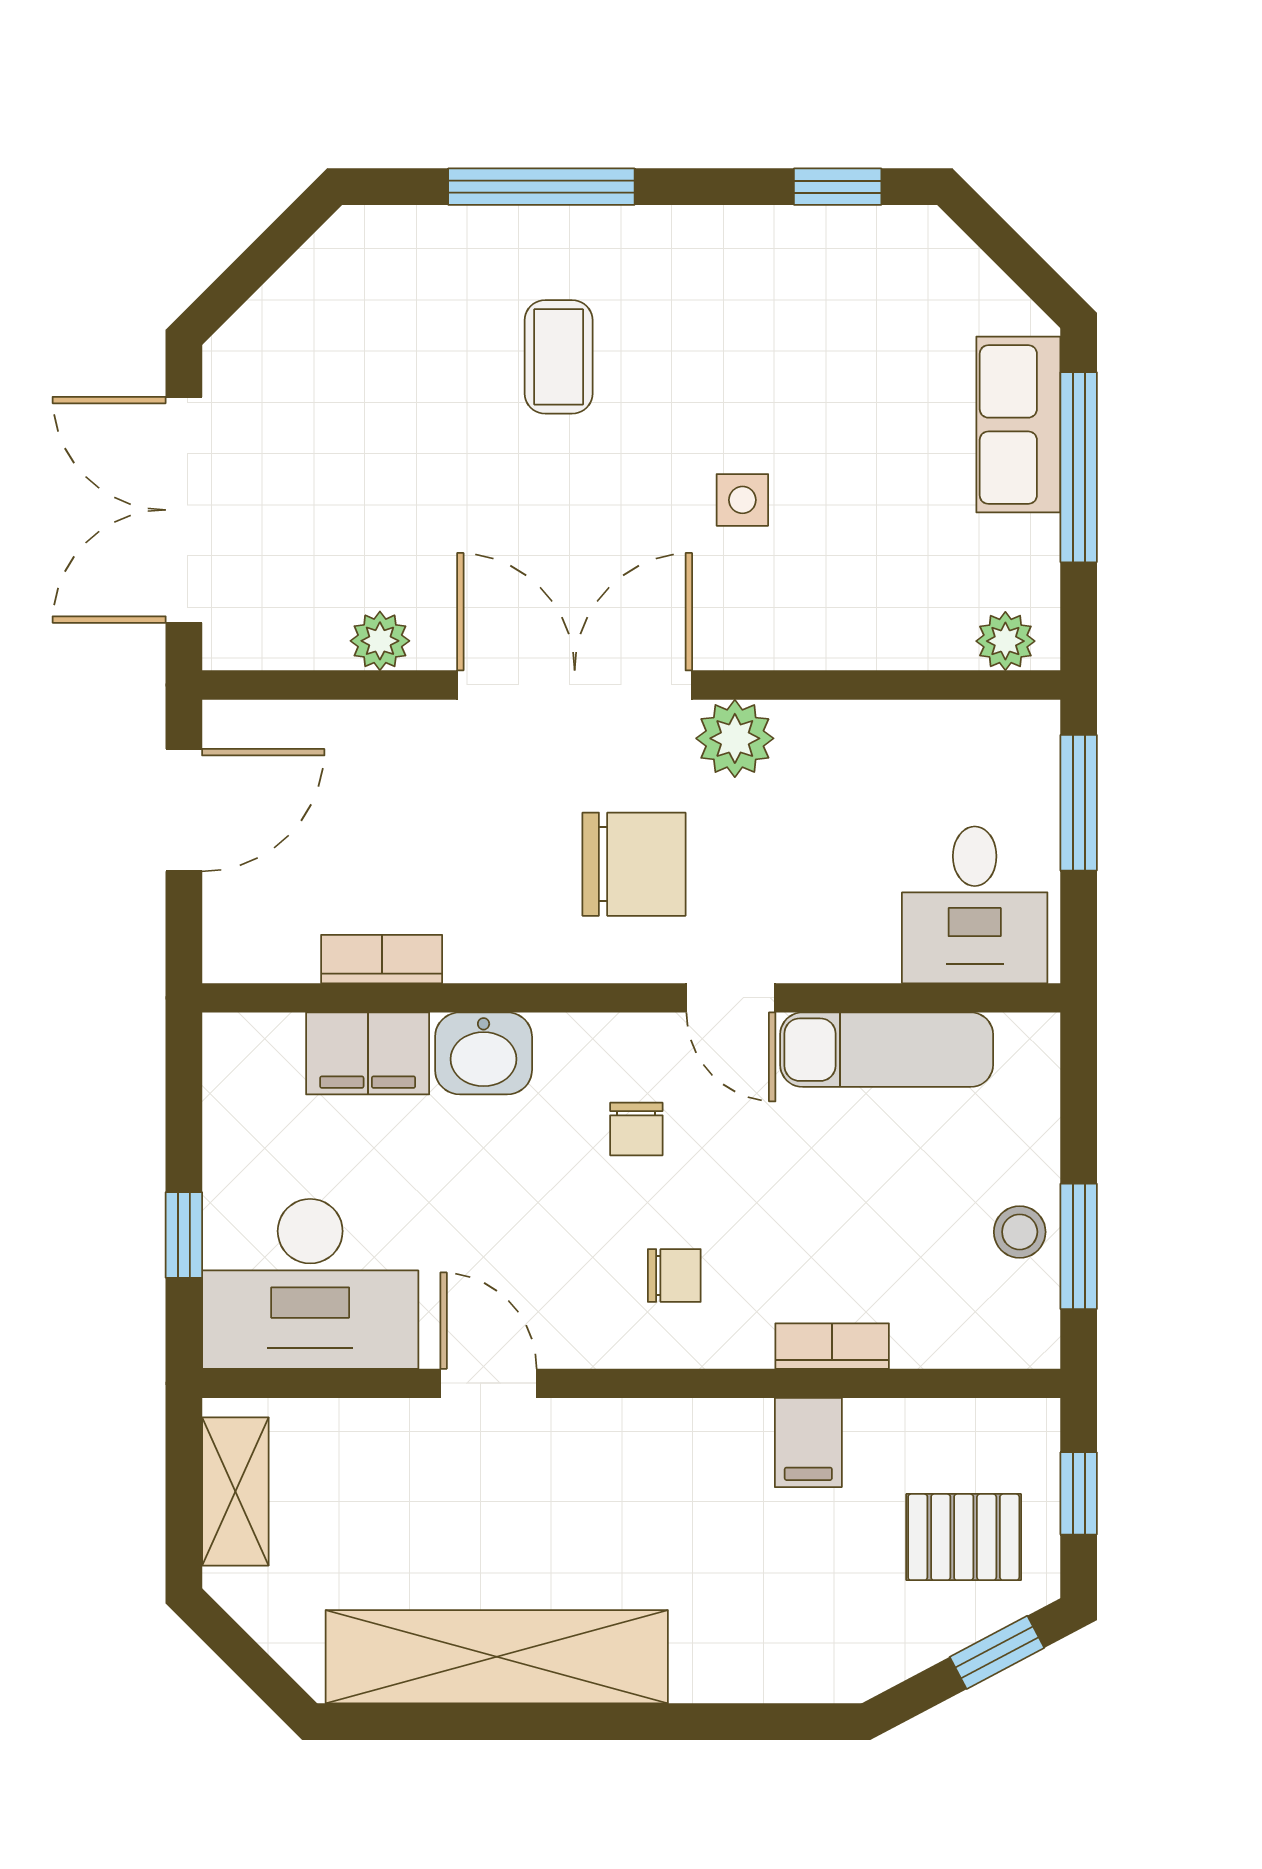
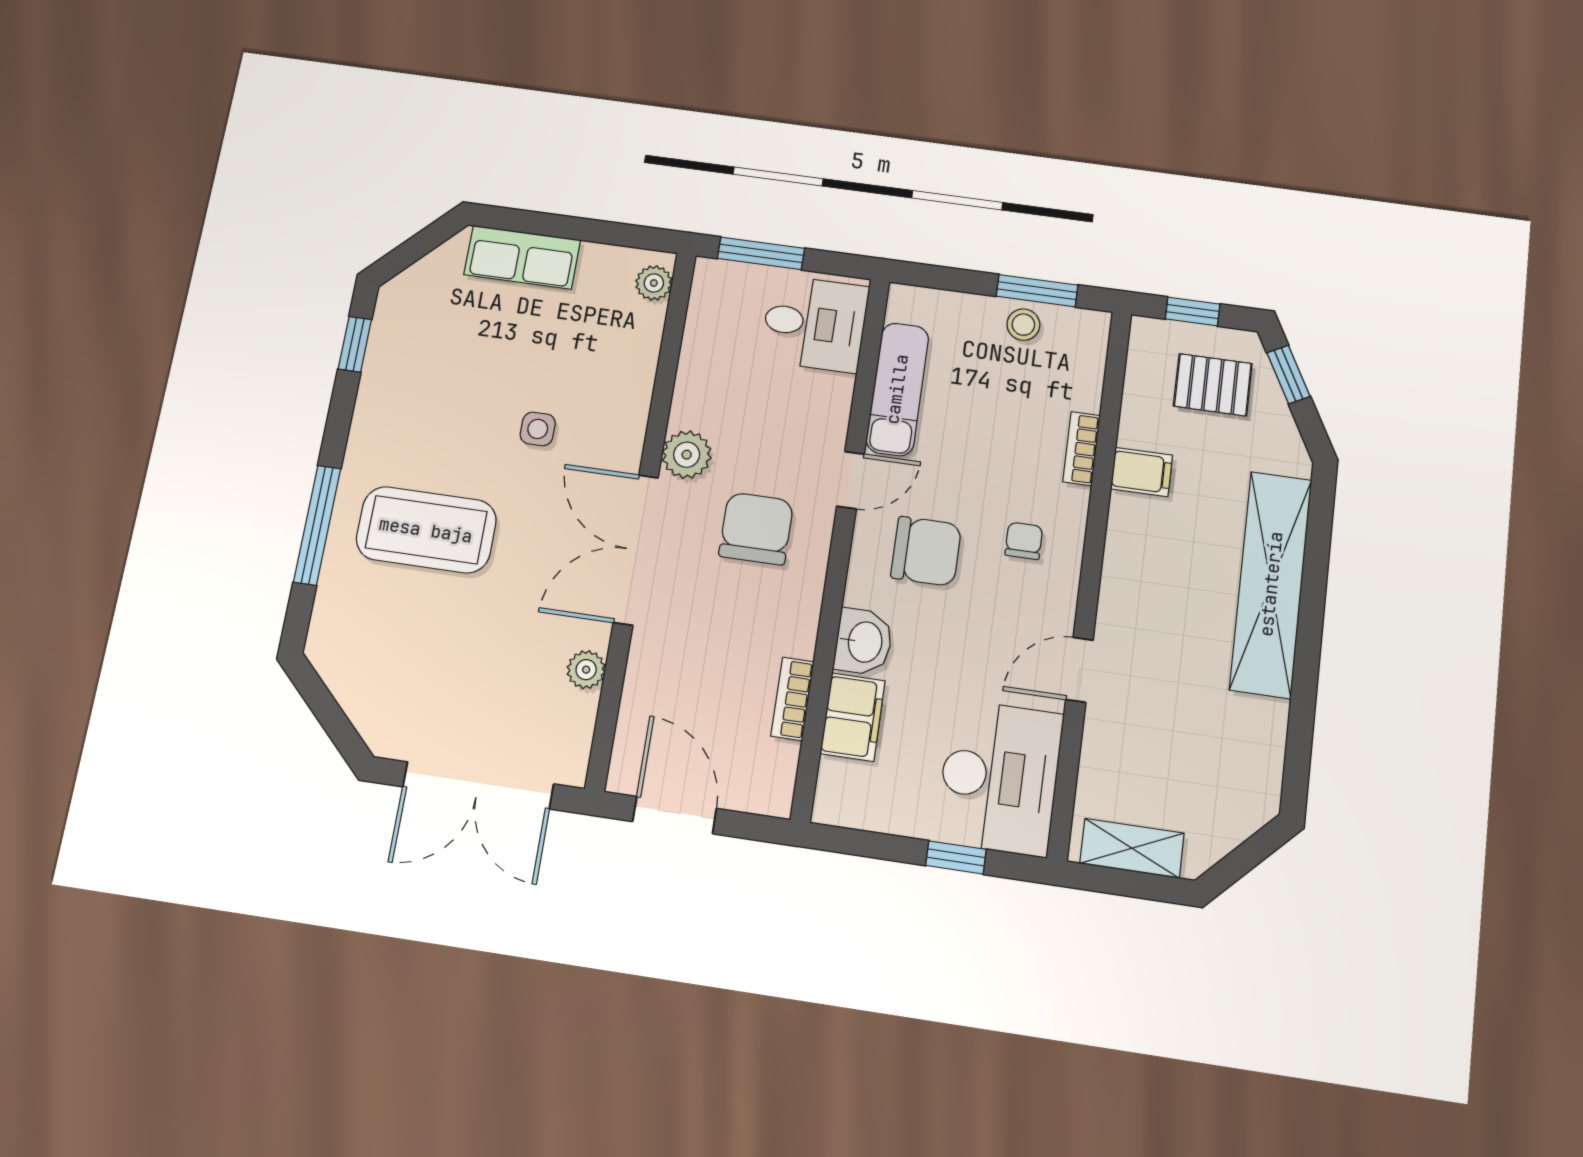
coffee table: (559, 357) -> (426, 530), width x1.86, depth x1.72
window: (1079, 467) -> (555, 226), removed
chair: (636, 1129) -> (926, 551), width x1.87, depth x1.87
pallet: (964, 1537) -> (1213, 385), turned 90
shelving: (497, 1657) -> (1271, 584), moved

